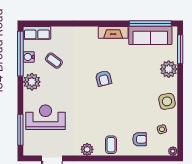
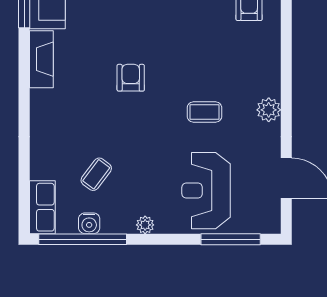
armchair: (104, 78) -> (131, 78), turned -76
plant: (32, 82) -> (145, 225), width x0.53, depth x0.53
coffee table: (111, 145) -> (204, 112), moved

